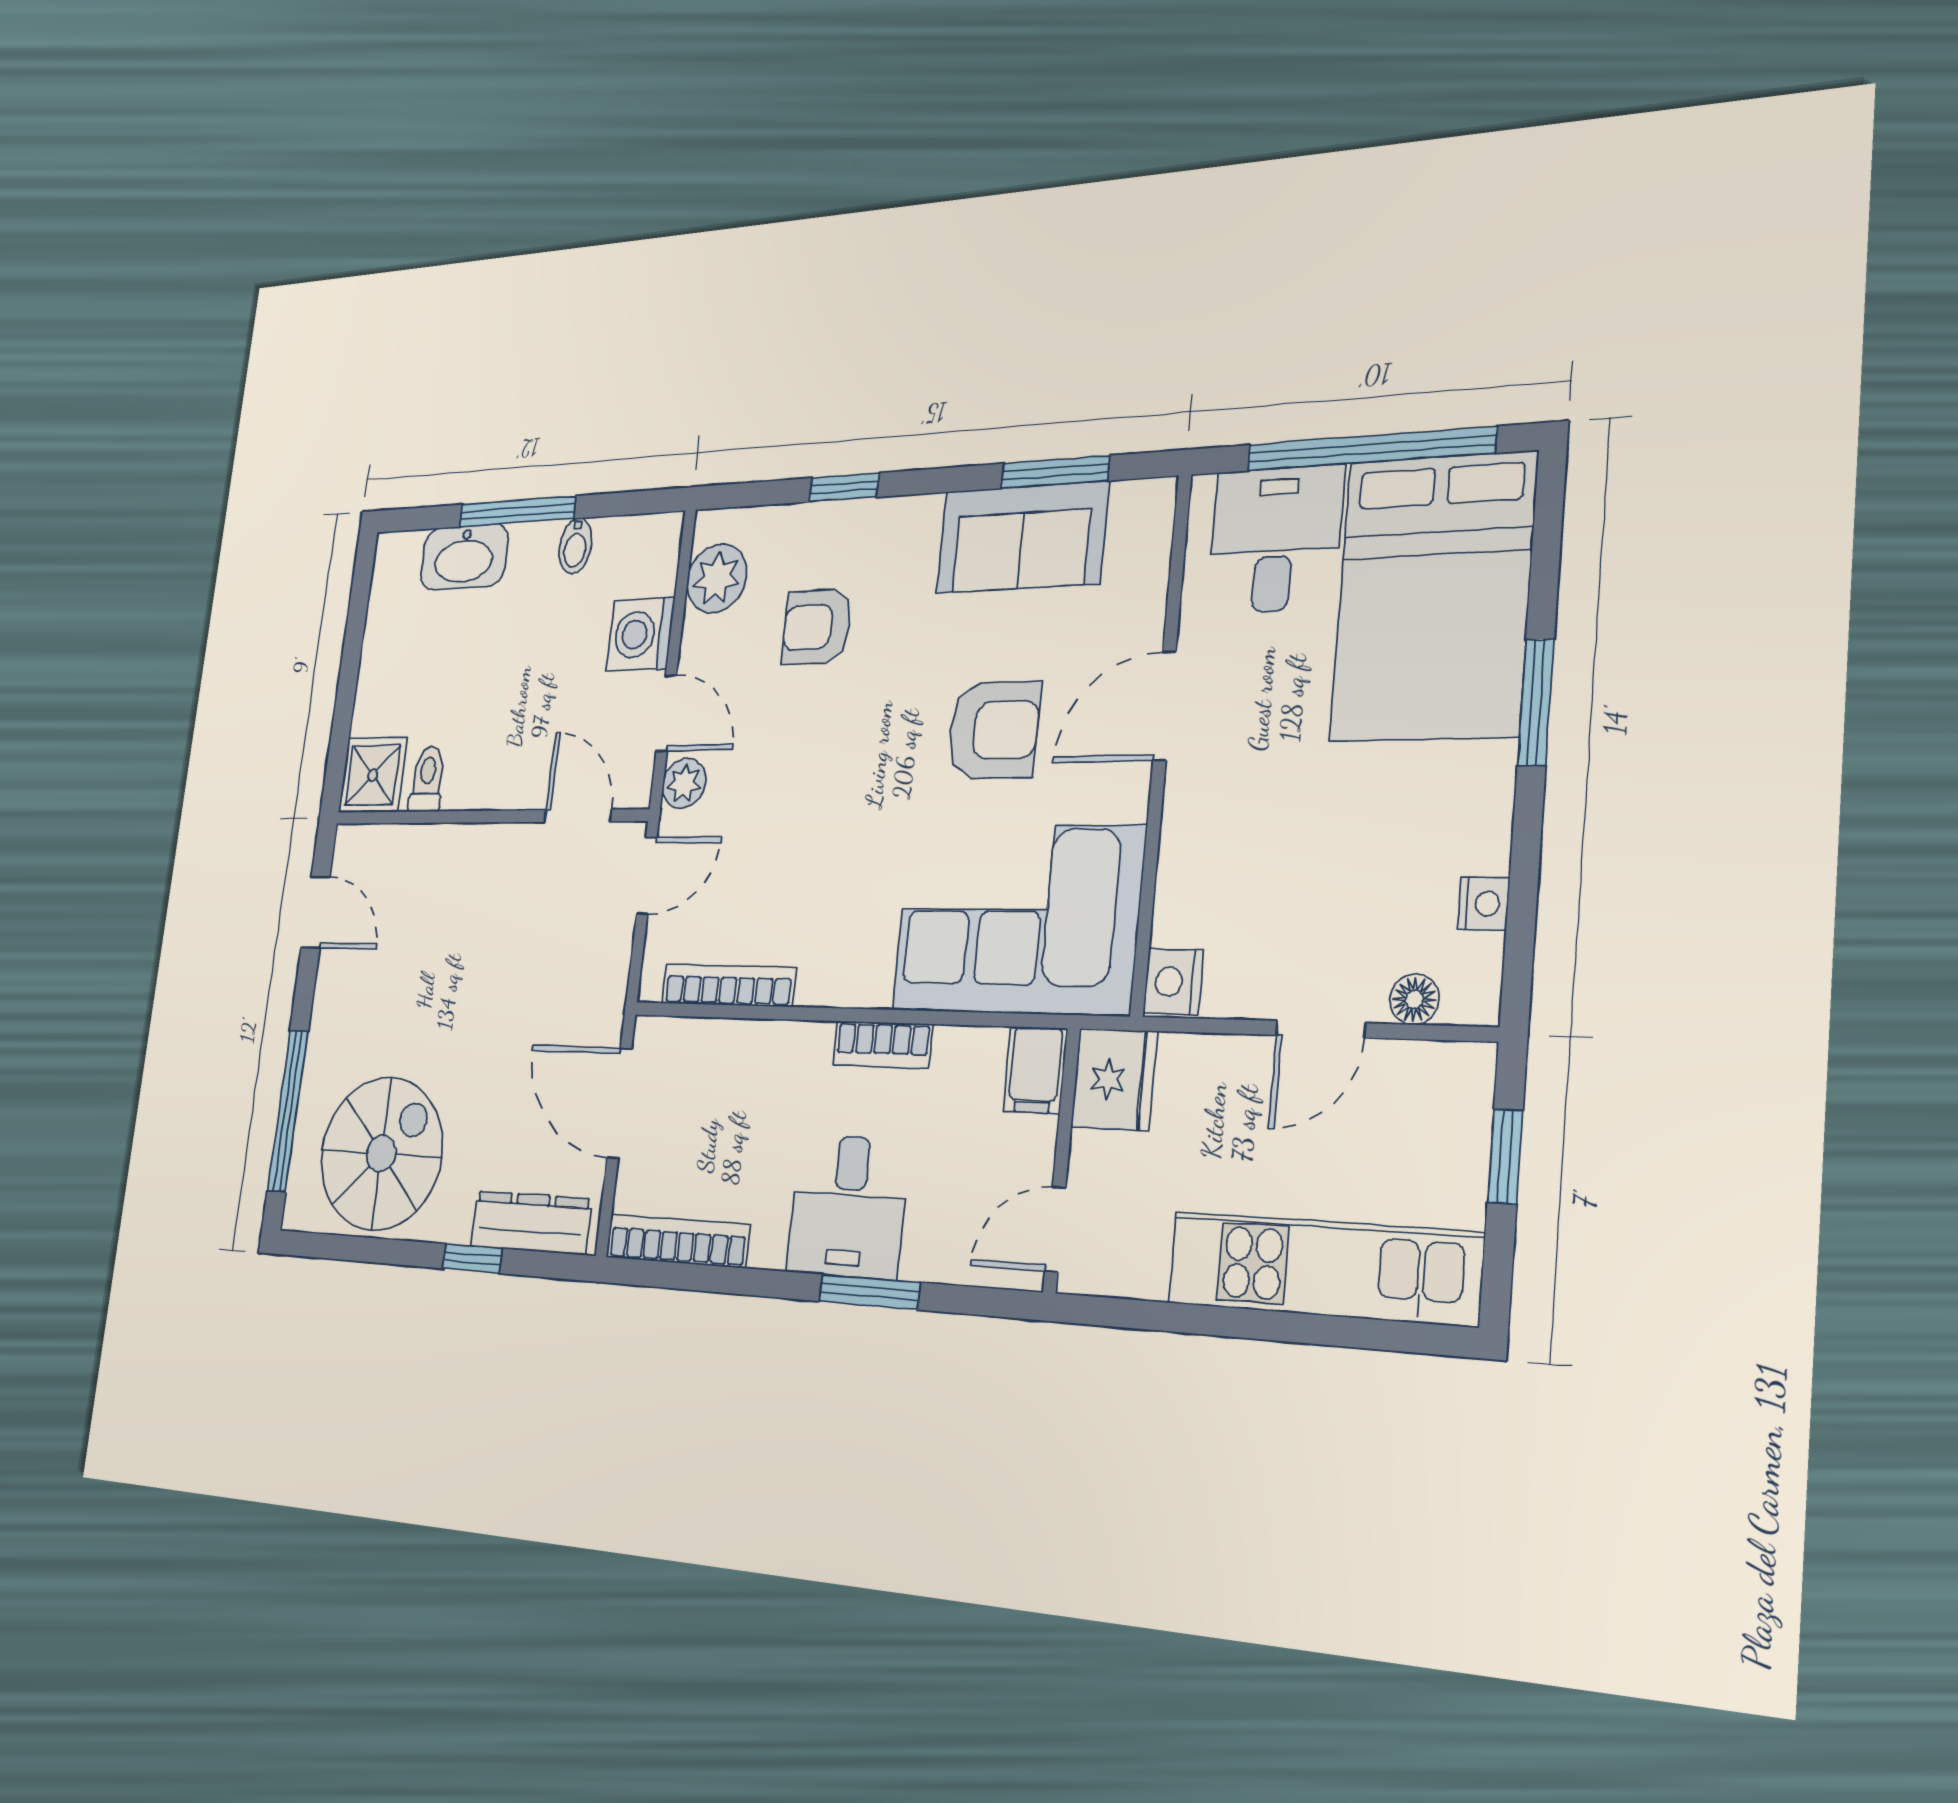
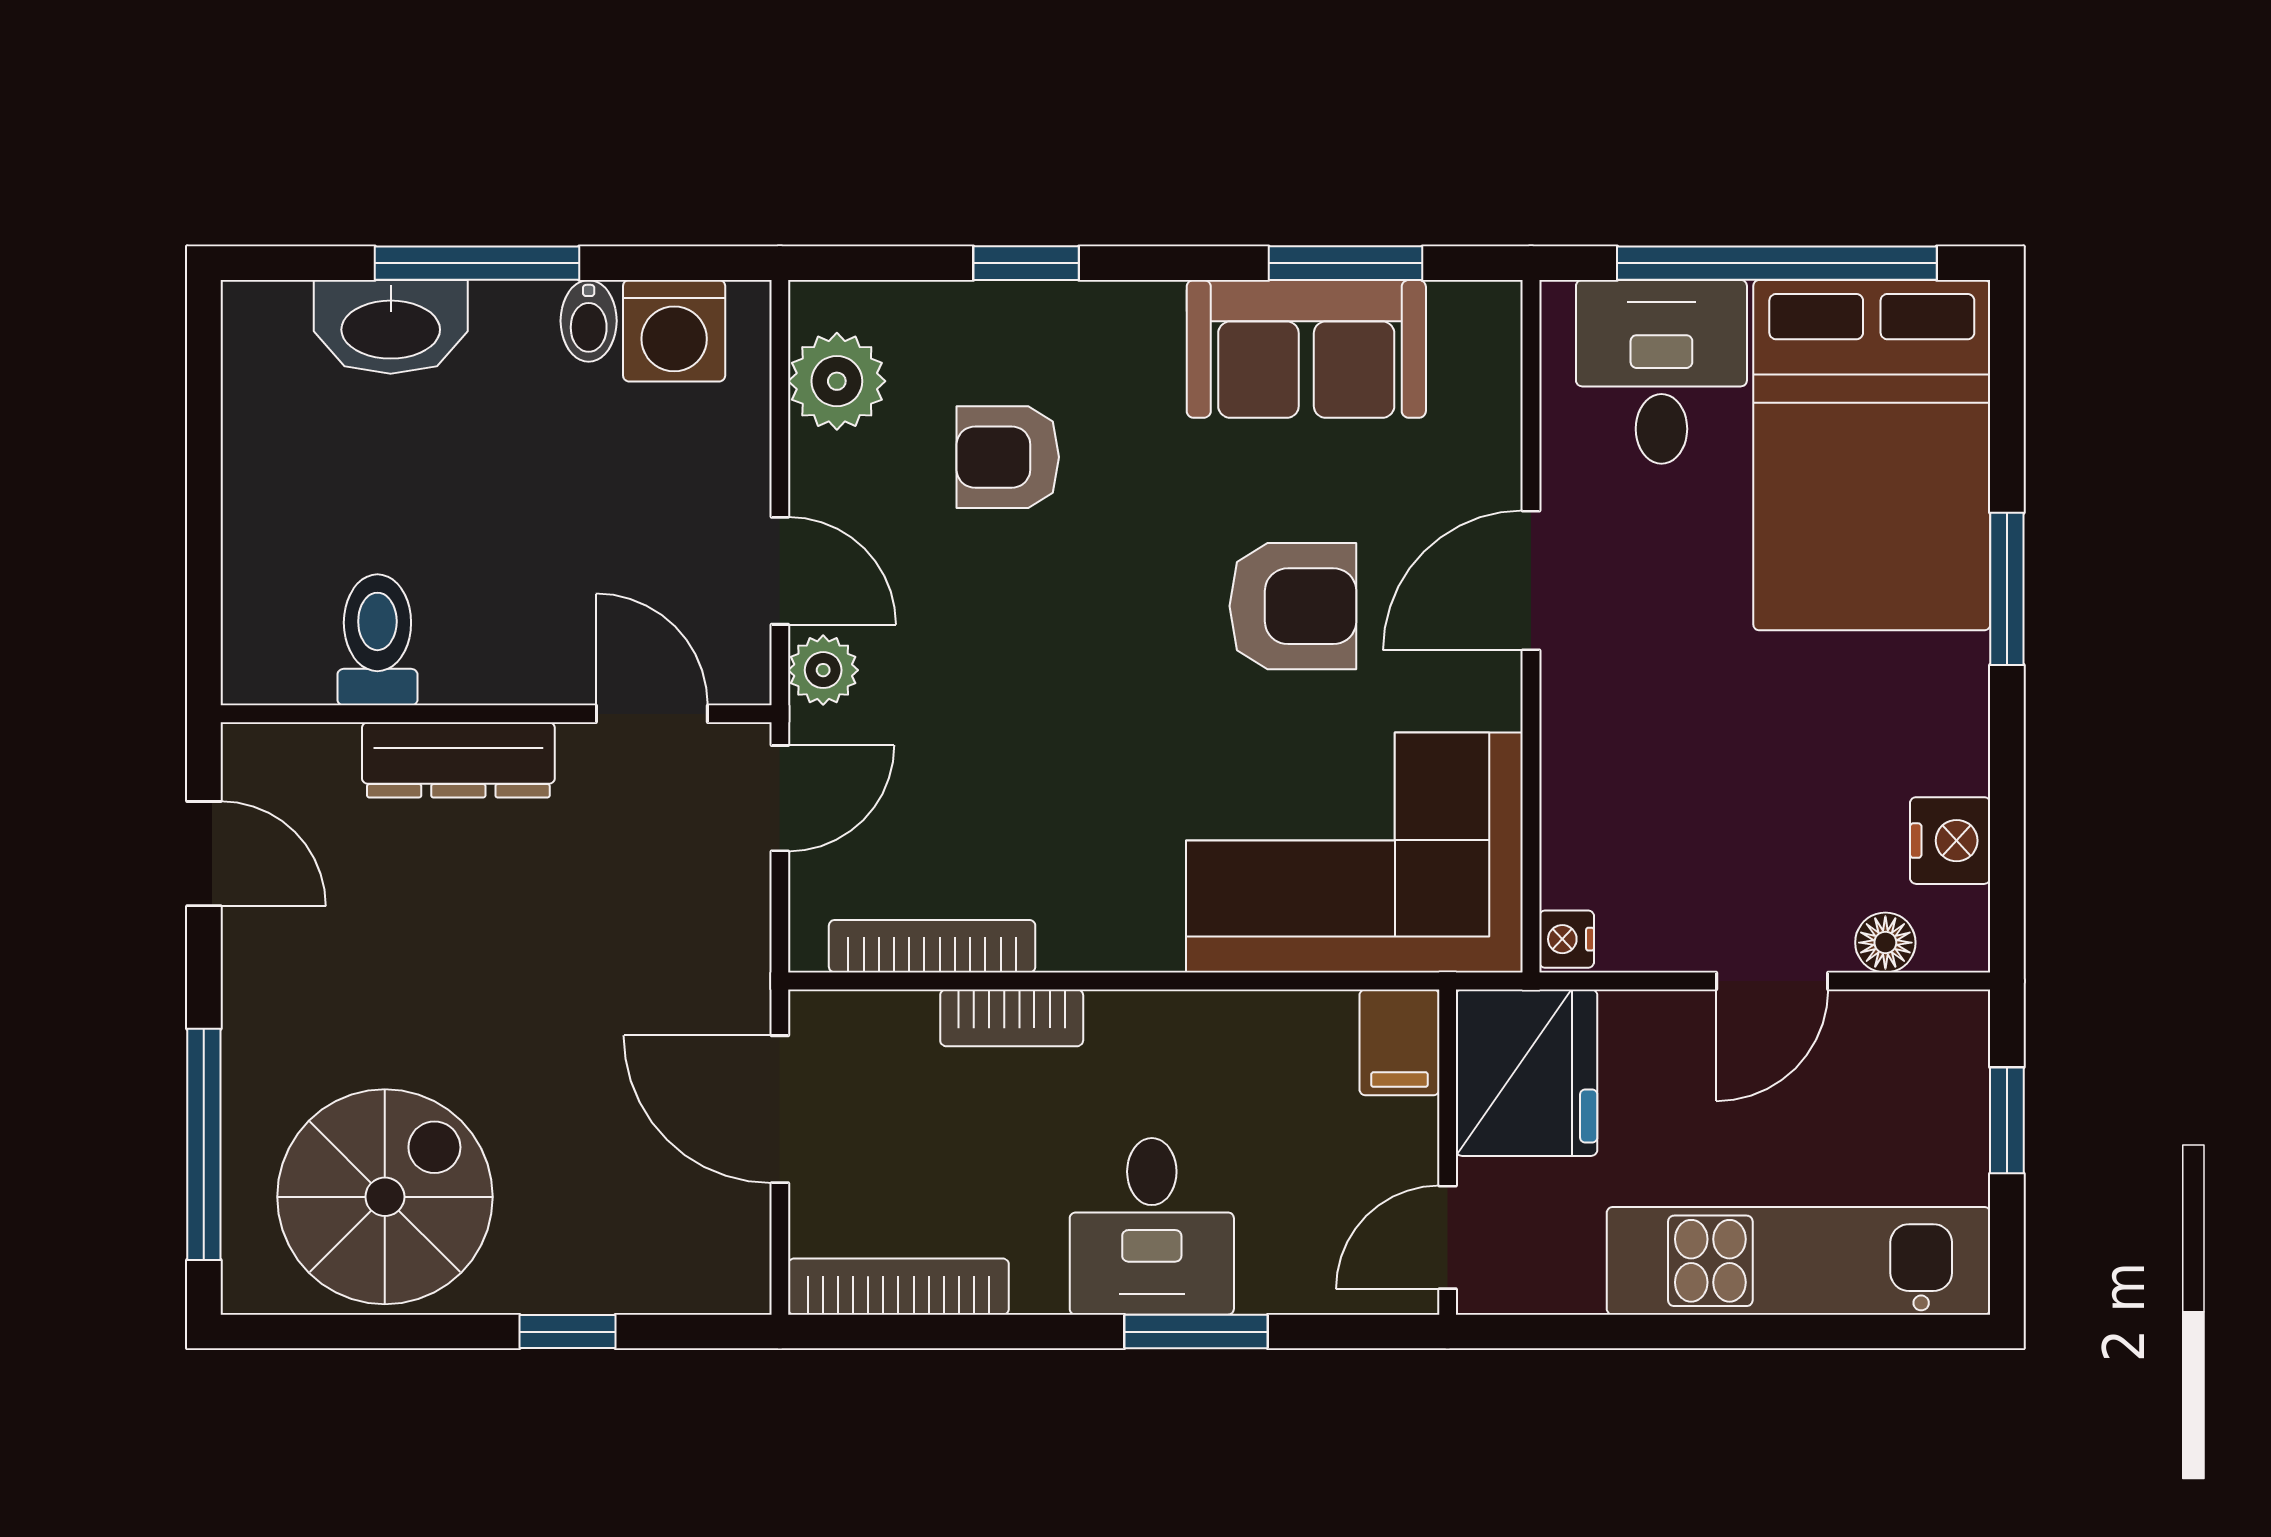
washing machine: (641, 634) -> (674, 331), moved, turned -90
shower: (373, 775) -> (276, 650), removed
toilet: (427, 779) -> (377, 640), width x1.37, depth x1.39
nightstand: (1483, 904) -> (1950, 841), width x1.39, depth x1.35
nightstand: (1173, 982) -> (1567, 939), width x0.72, depth x0.74
bookcase: (883, 1045) -> (1012, 1018), moved
fridge: (1114, 1079) -> (1527, 1073), width x1.36, depth x1.34
dresser: (531, 1223) -> (458, 760), moved, turned 180

